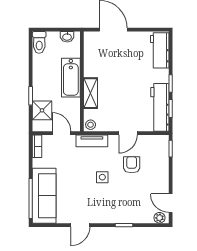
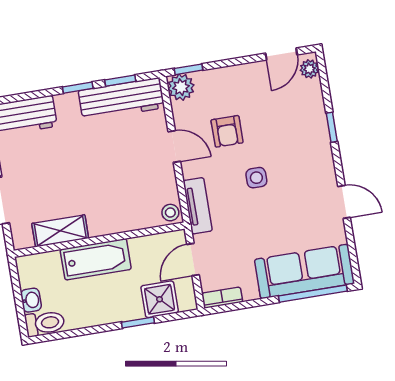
washbasin: (67, 37) -> (31, 300), moved
shelving: (91, 93) -> (60, 231), moved
plant: (161, 143) -> (181, 87), added
armchair: (132, 165) -> (227, 131), turned -90

